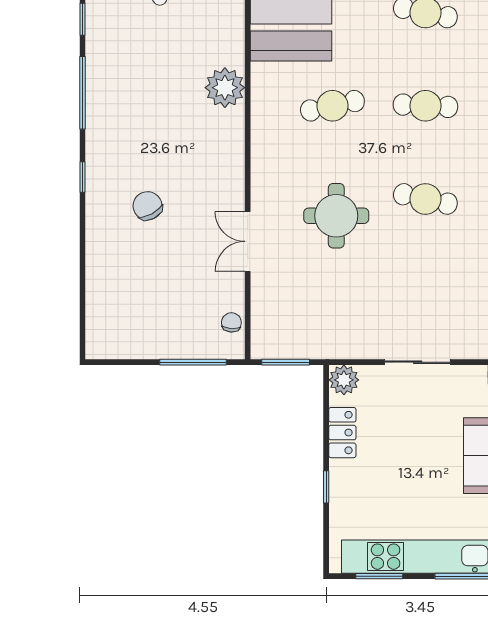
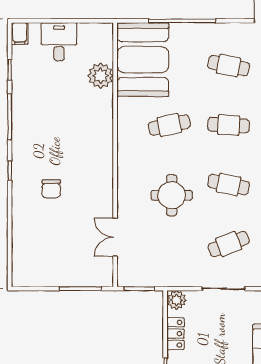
plant: (225, 88) -> (101, 76), moved
chair: (148, 206) -> (51, 189), turned -152
double door: (248, 241) -> (115, 237), moved
cafe table: (425, 292) -> (229, 244), added
chair: (231, 322) -> (105, 263), removed

